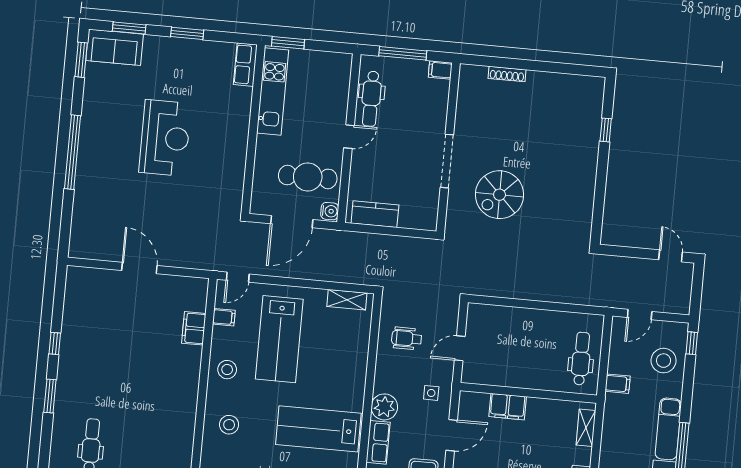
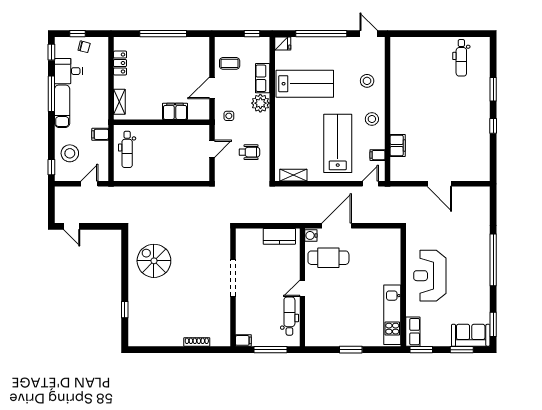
row of seats: (245, 65) -> (413, 332), moved
kitchen unit: (273, 92) -> (392, 315), moved
wall: (253, 129) -> (403, 287), moved
spiral stairs: (500, 195) -> (154, 261), moved, turned -90

